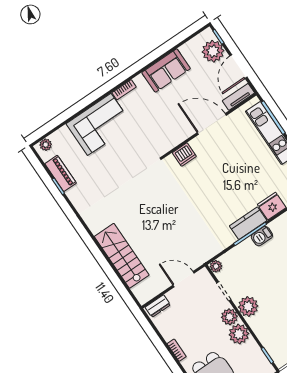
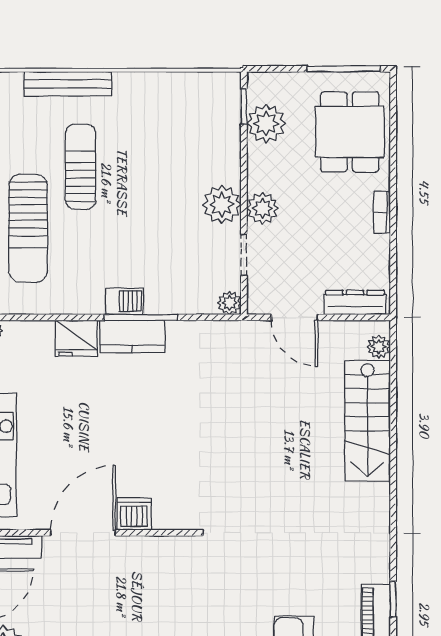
door: (212, 124) -> (83, 533), swing flipped
dishwasher: (184, 155) -> (134, 514), moved
plant: (139, 291) -> (379, 347), added
dresser: (158, 306) -> (355, 302), width x1.44
plant: (239, 334) -> (266, 124), moved

